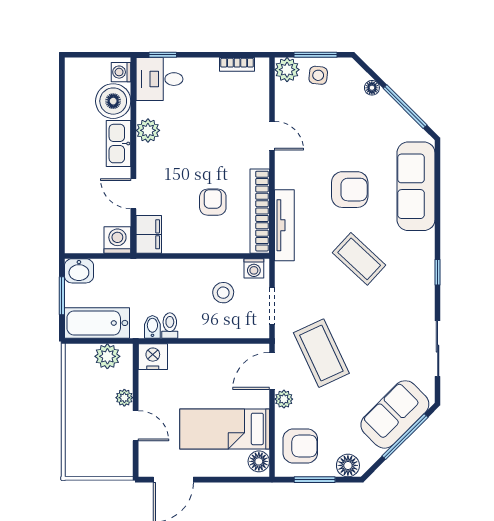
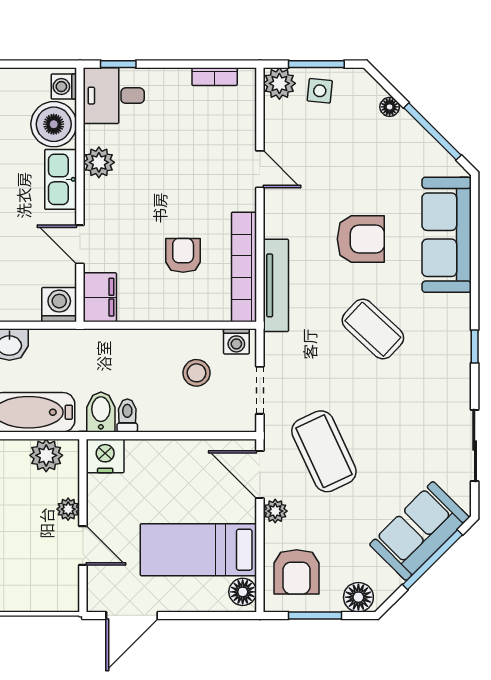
bidet: (152, 327) -> (101, 412), width x1.38, depth x1.36
door: (272, 371) -> (260, 474), hinge flipped
armchair: (300, 446) -> (297, 572), turned 90

